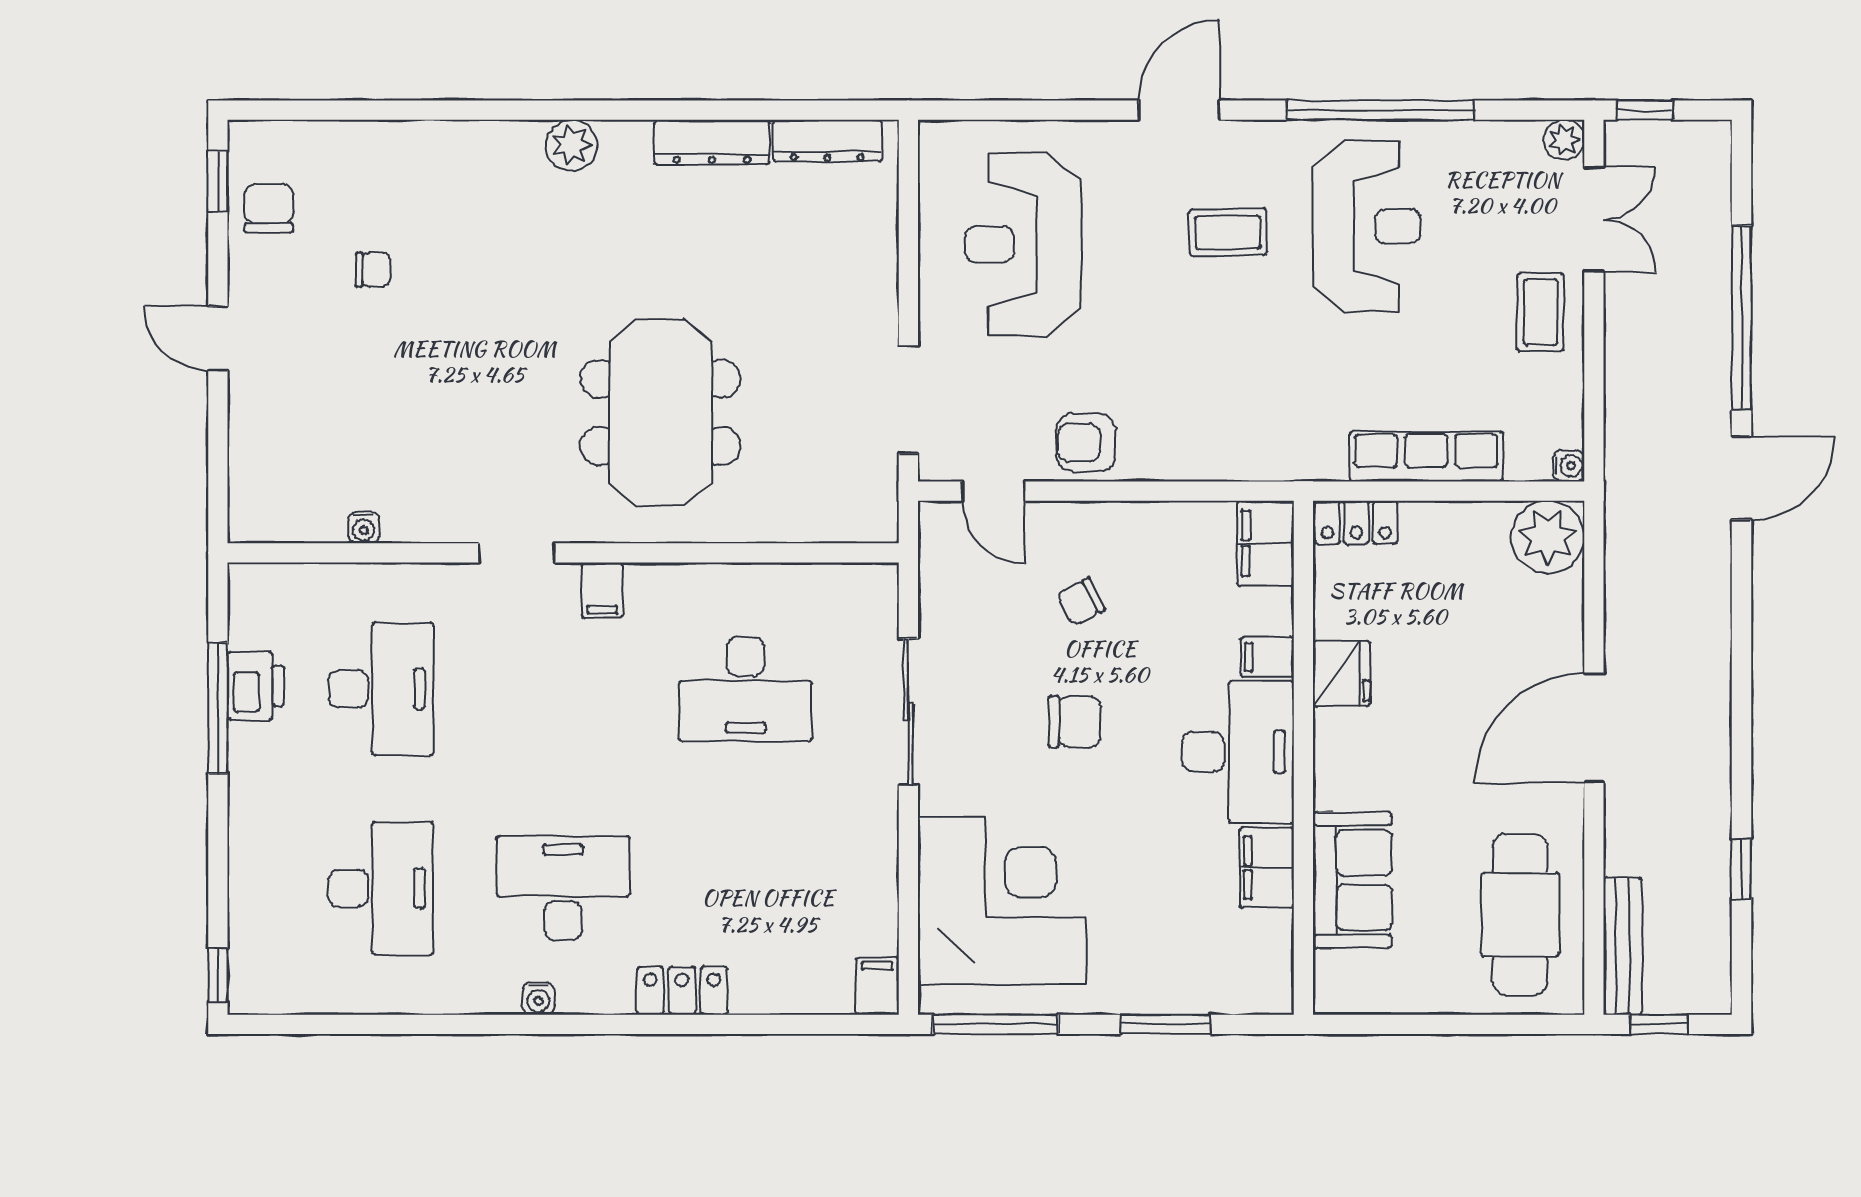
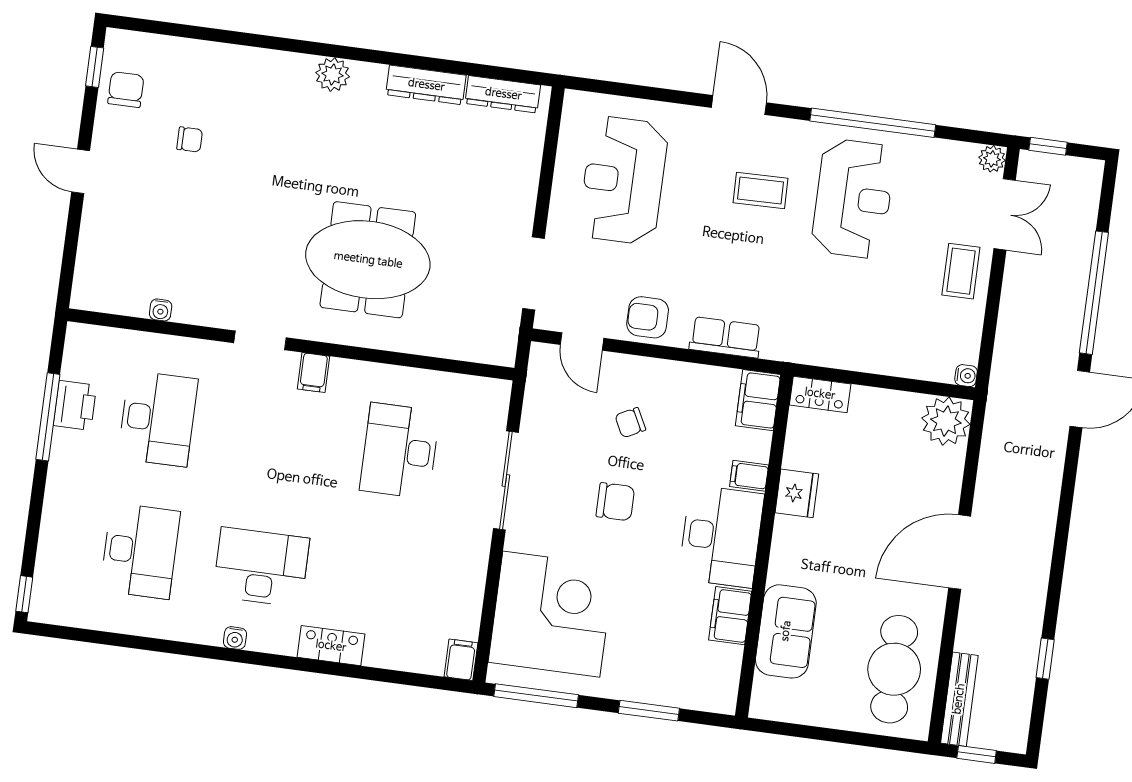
door: (1179, 110) -> (739, 105), hinge flipped
meeting table: (660, 412) -> (368, 260), turned 90
row of seats: (1426, 457) -> (725, 337), moved, width x0.68
desk: (745, 689) -> (400, 451), turned 90

